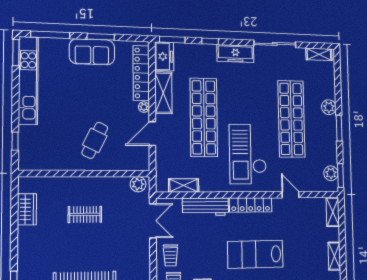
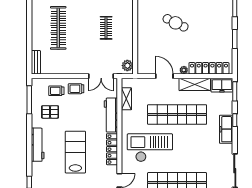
sofa: (92, 52) -> (223, 33), removed
freezer: (235, 54) -> (226, 129), moved
cafe table: (95, 140) -> (176, 23), moved

